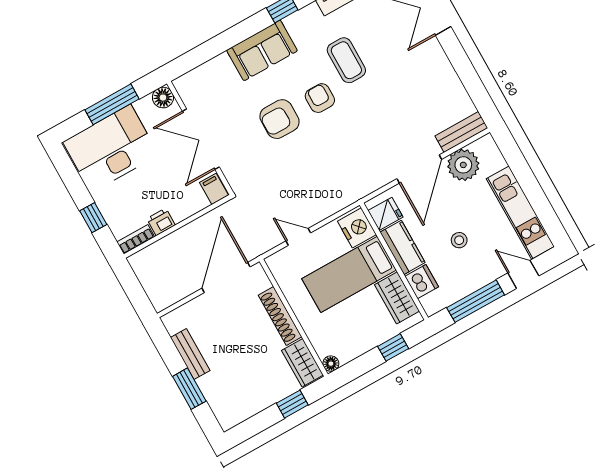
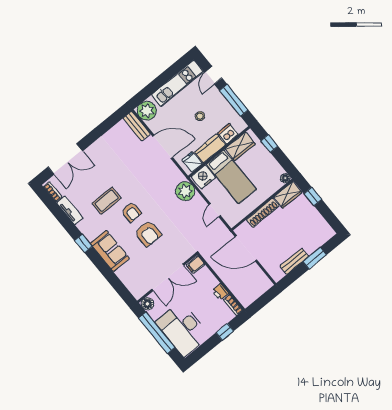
armchair: (320, 98) -> (131, 212), turned -90
window: (112, 104) -> (157, 333), width x1.46
plant: (463, 165) -> (147, 111), moved
plant: (339, 193) -> (185, 191), added

